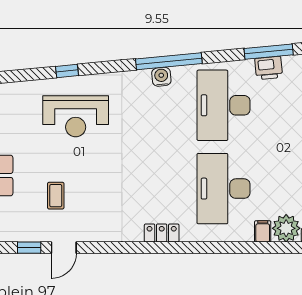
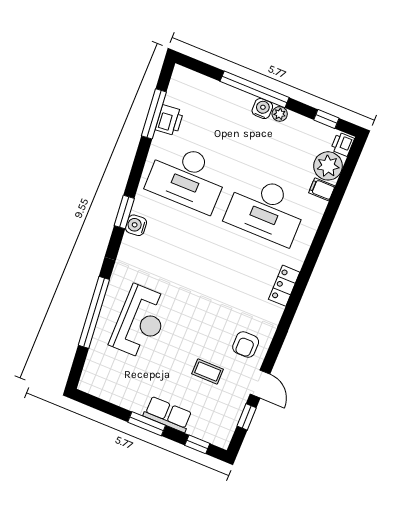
window: (169, 61) -> (124, 212), width x0.47
window: (67, 71) -> (94, 312), width x3.17
armchair: (94, 220) -> (246, 345), added

